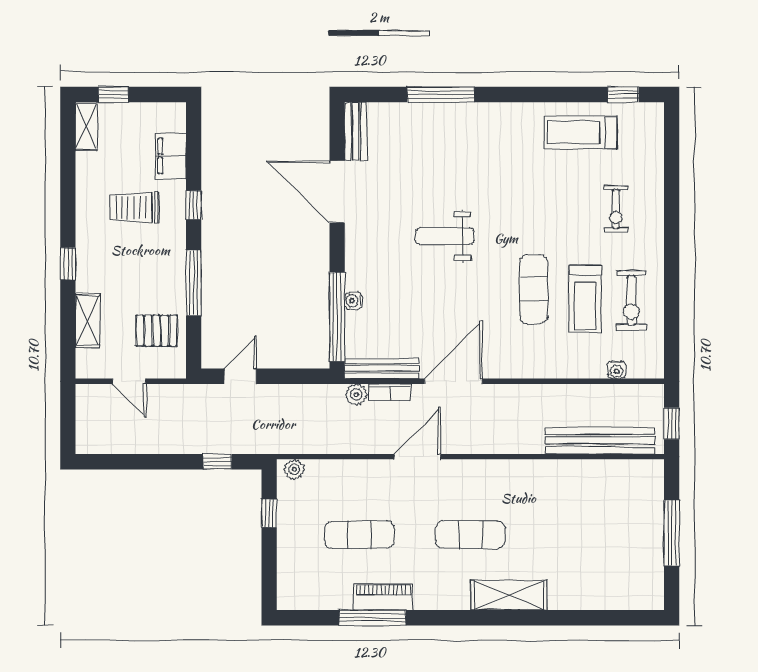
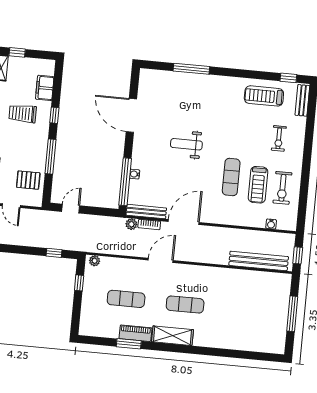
bench: (356, 131) -> (302, 100), moved
shelving: (509, 595) -> (173, 336), moved
window: (373, 618) -> (129, 344), width x0.69

